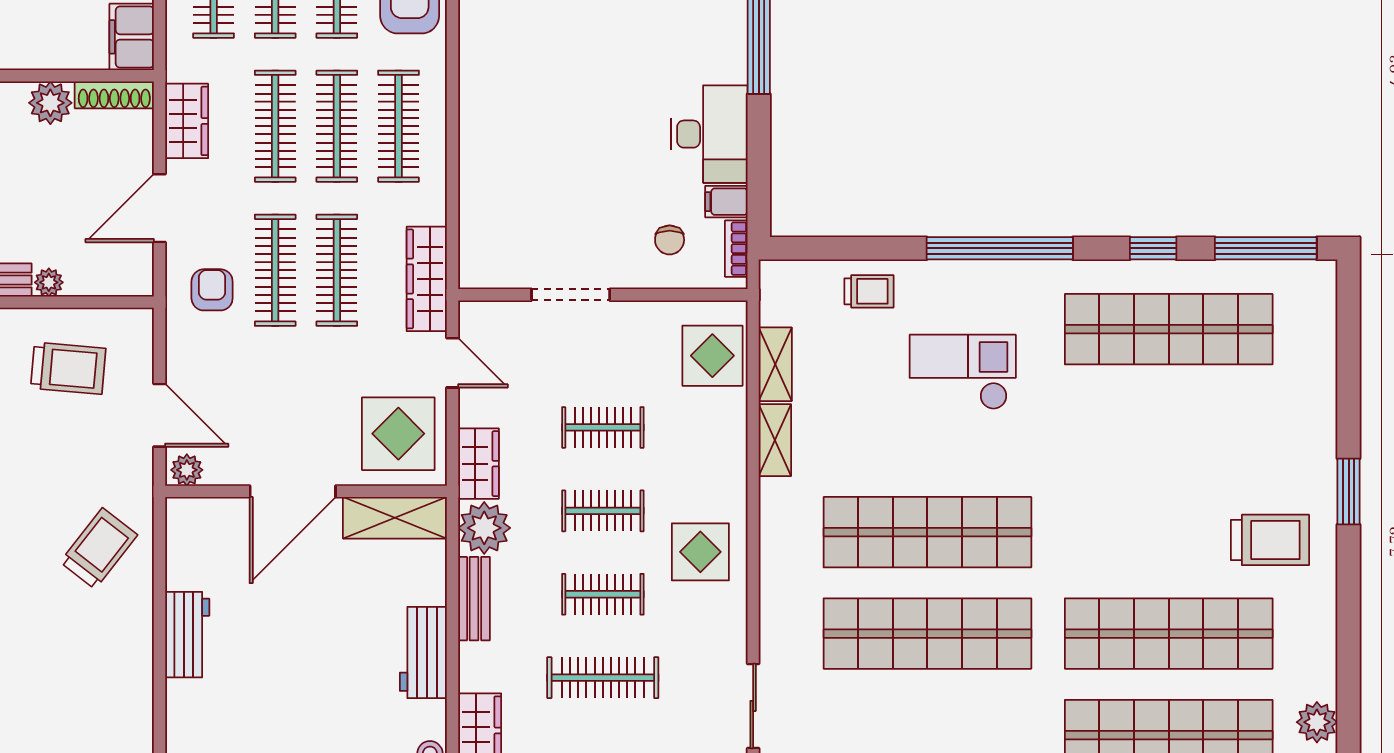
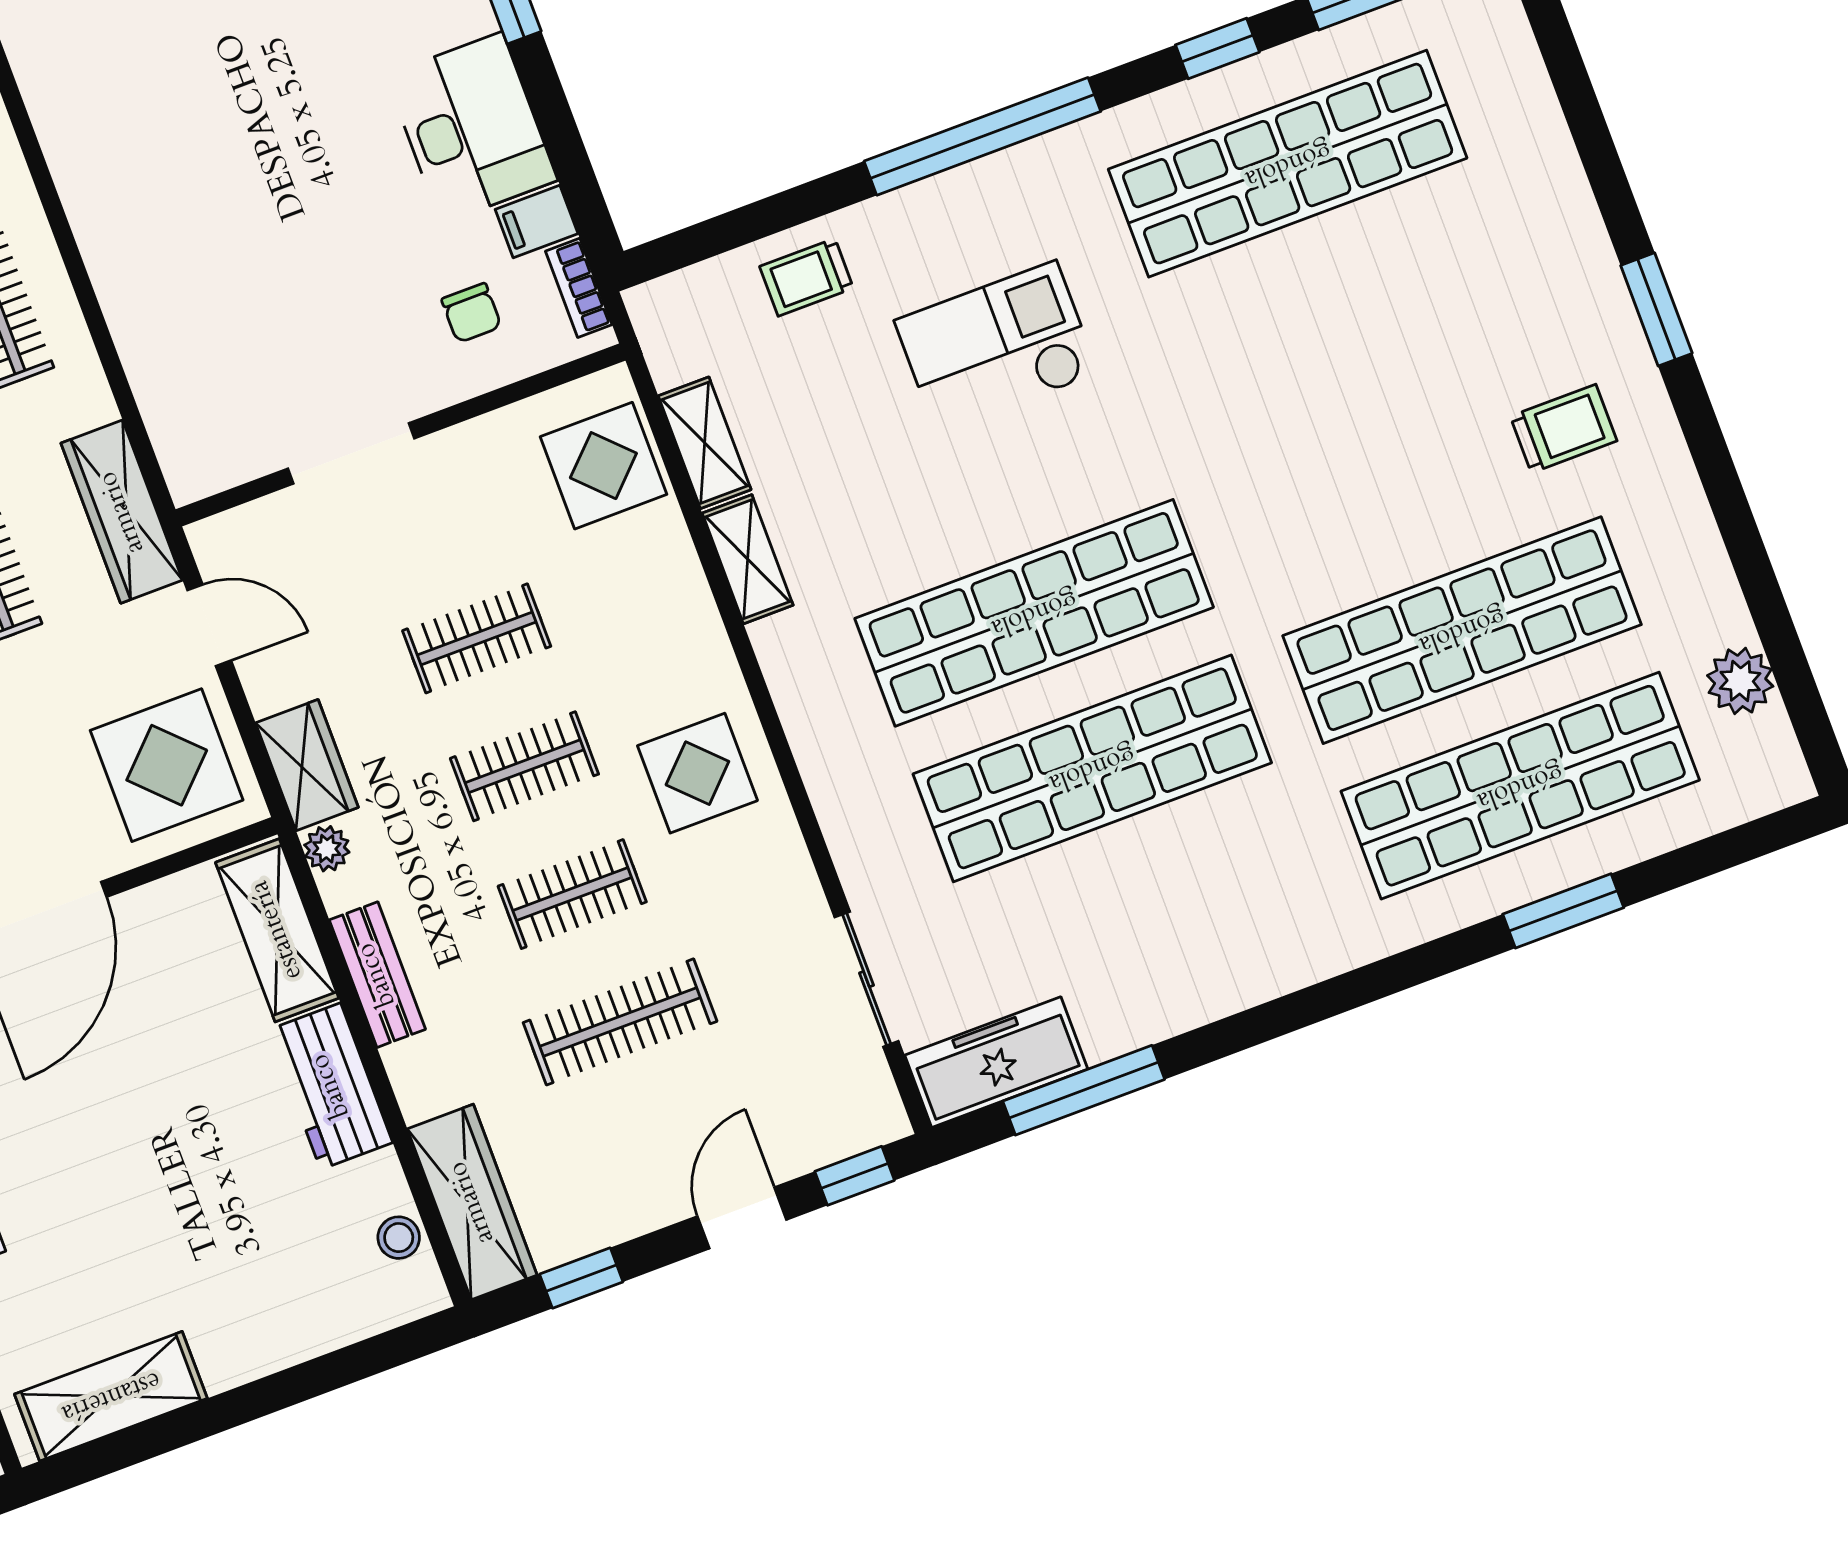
trolley: (869, 291) -> (806, 277), turned 180
shelving: (395, 518) -> (277, 930), moved, turned 90
plant: (484, 528) -> (327, 849), width x0.53, depth x0.53
trolley: (1270, 540) -> (1564, 429), width x0.73, depth x0.72

